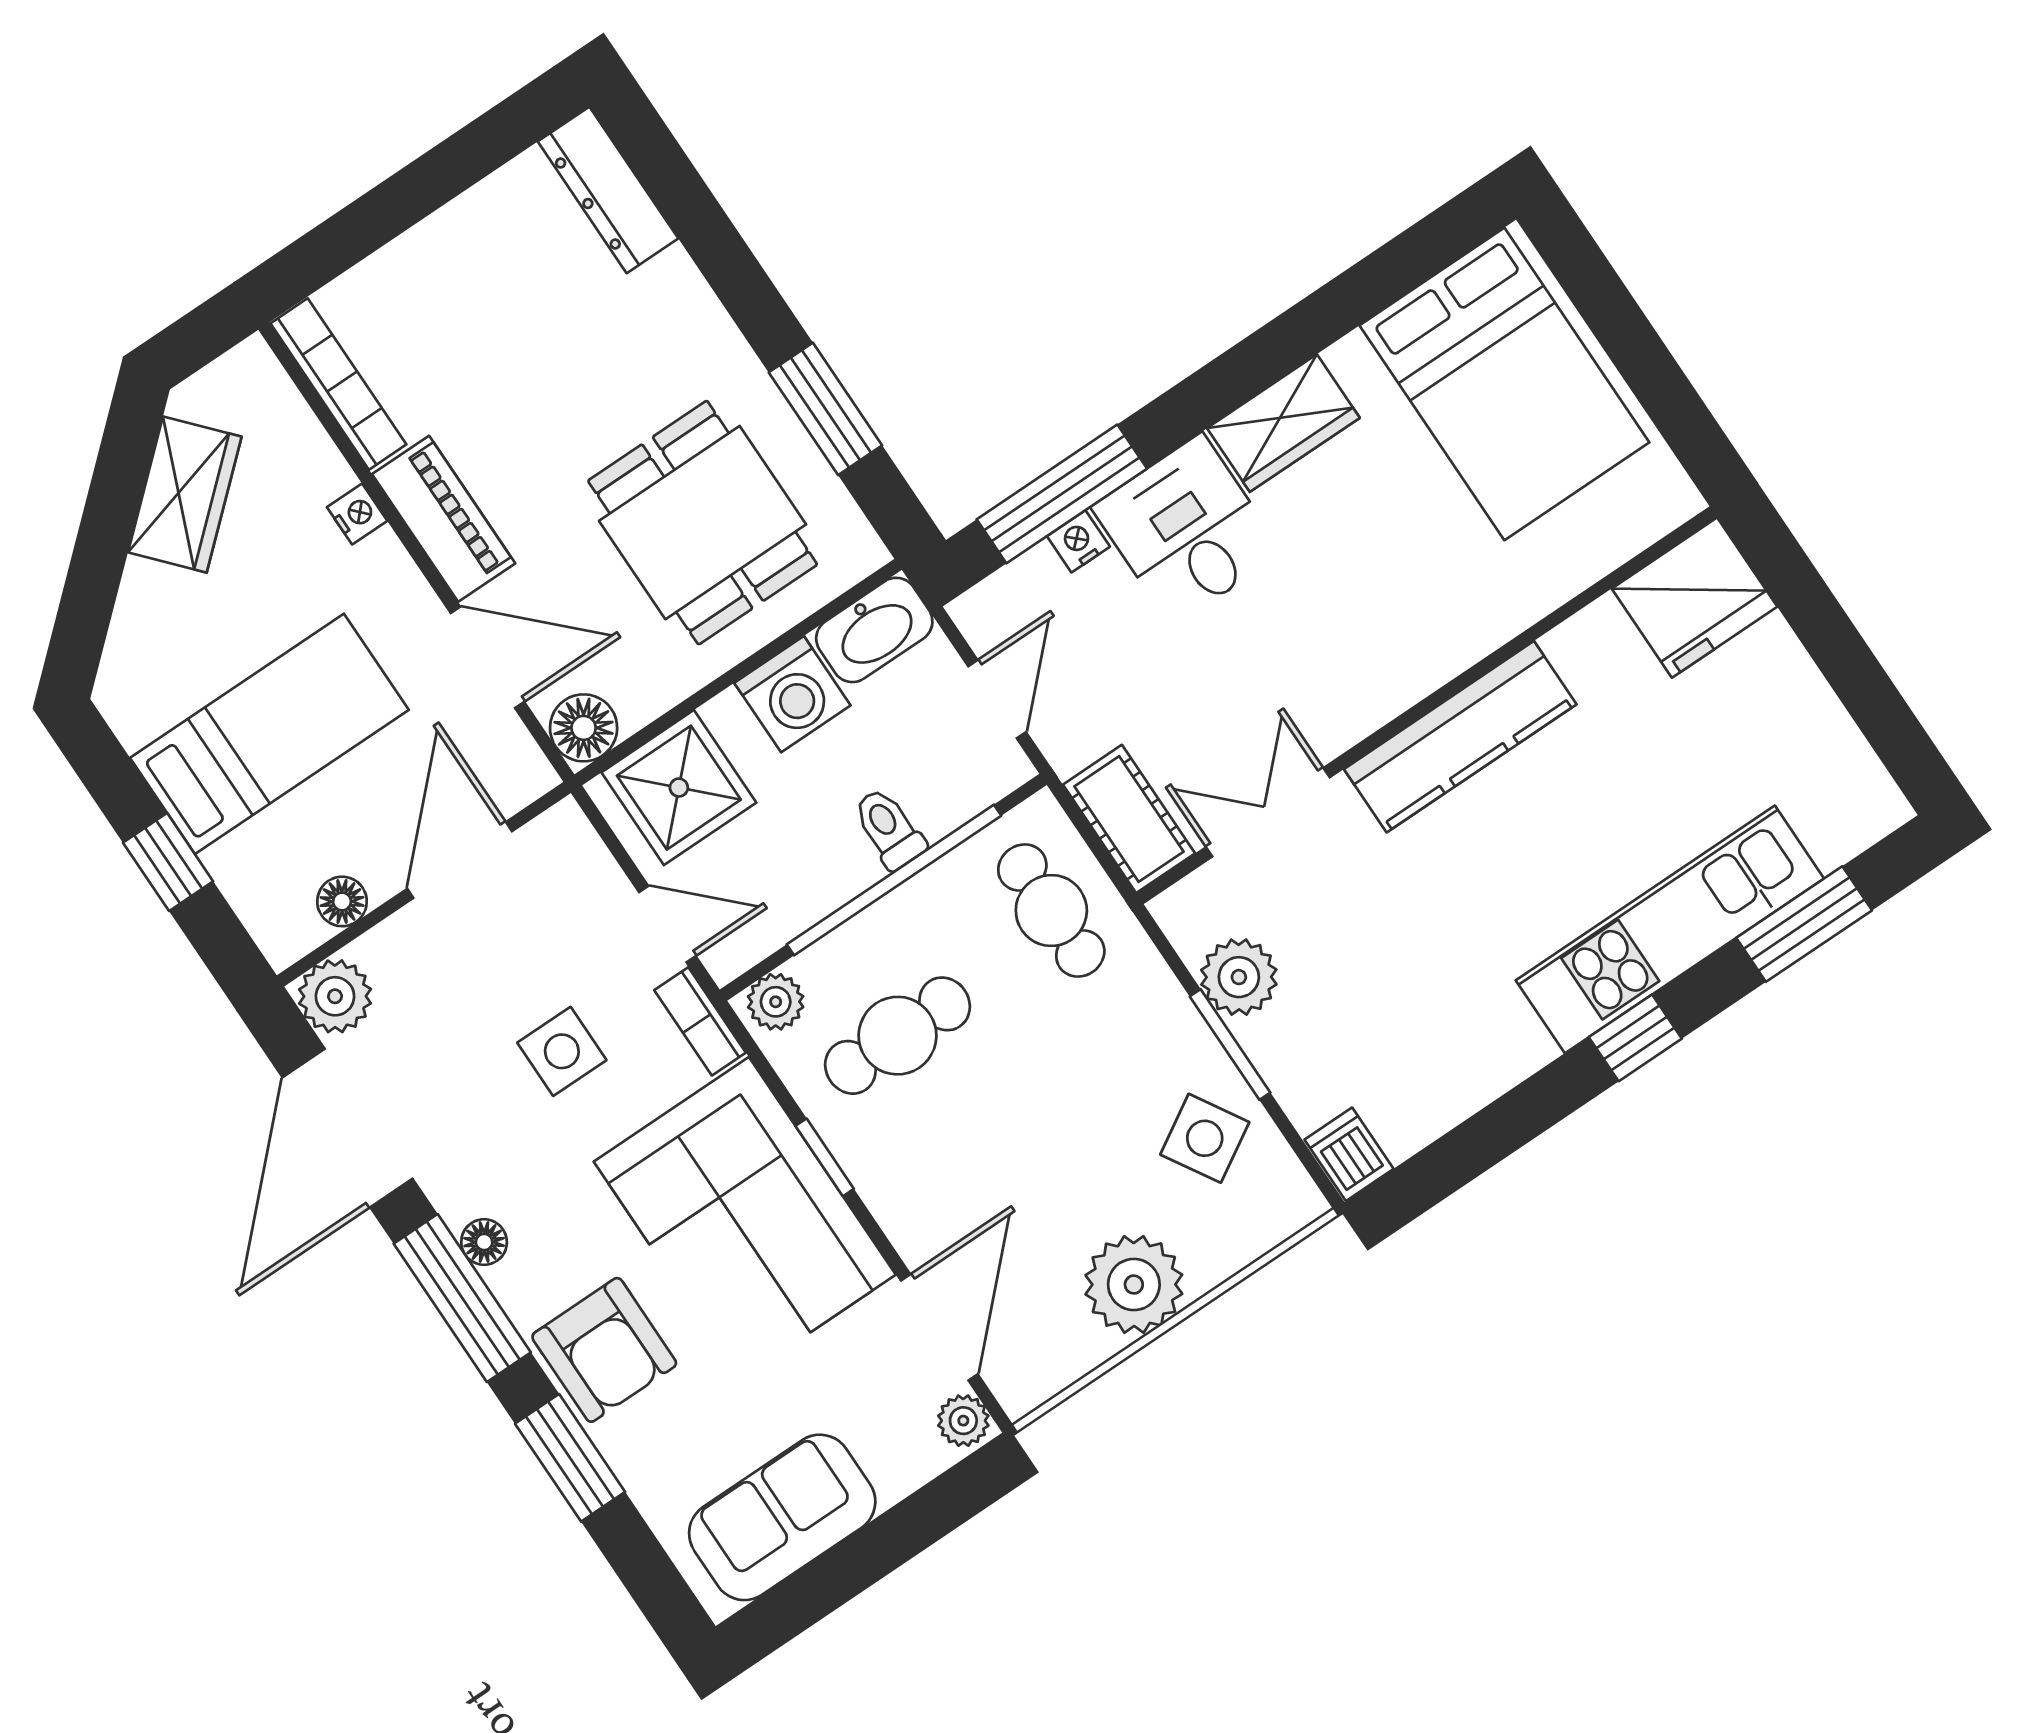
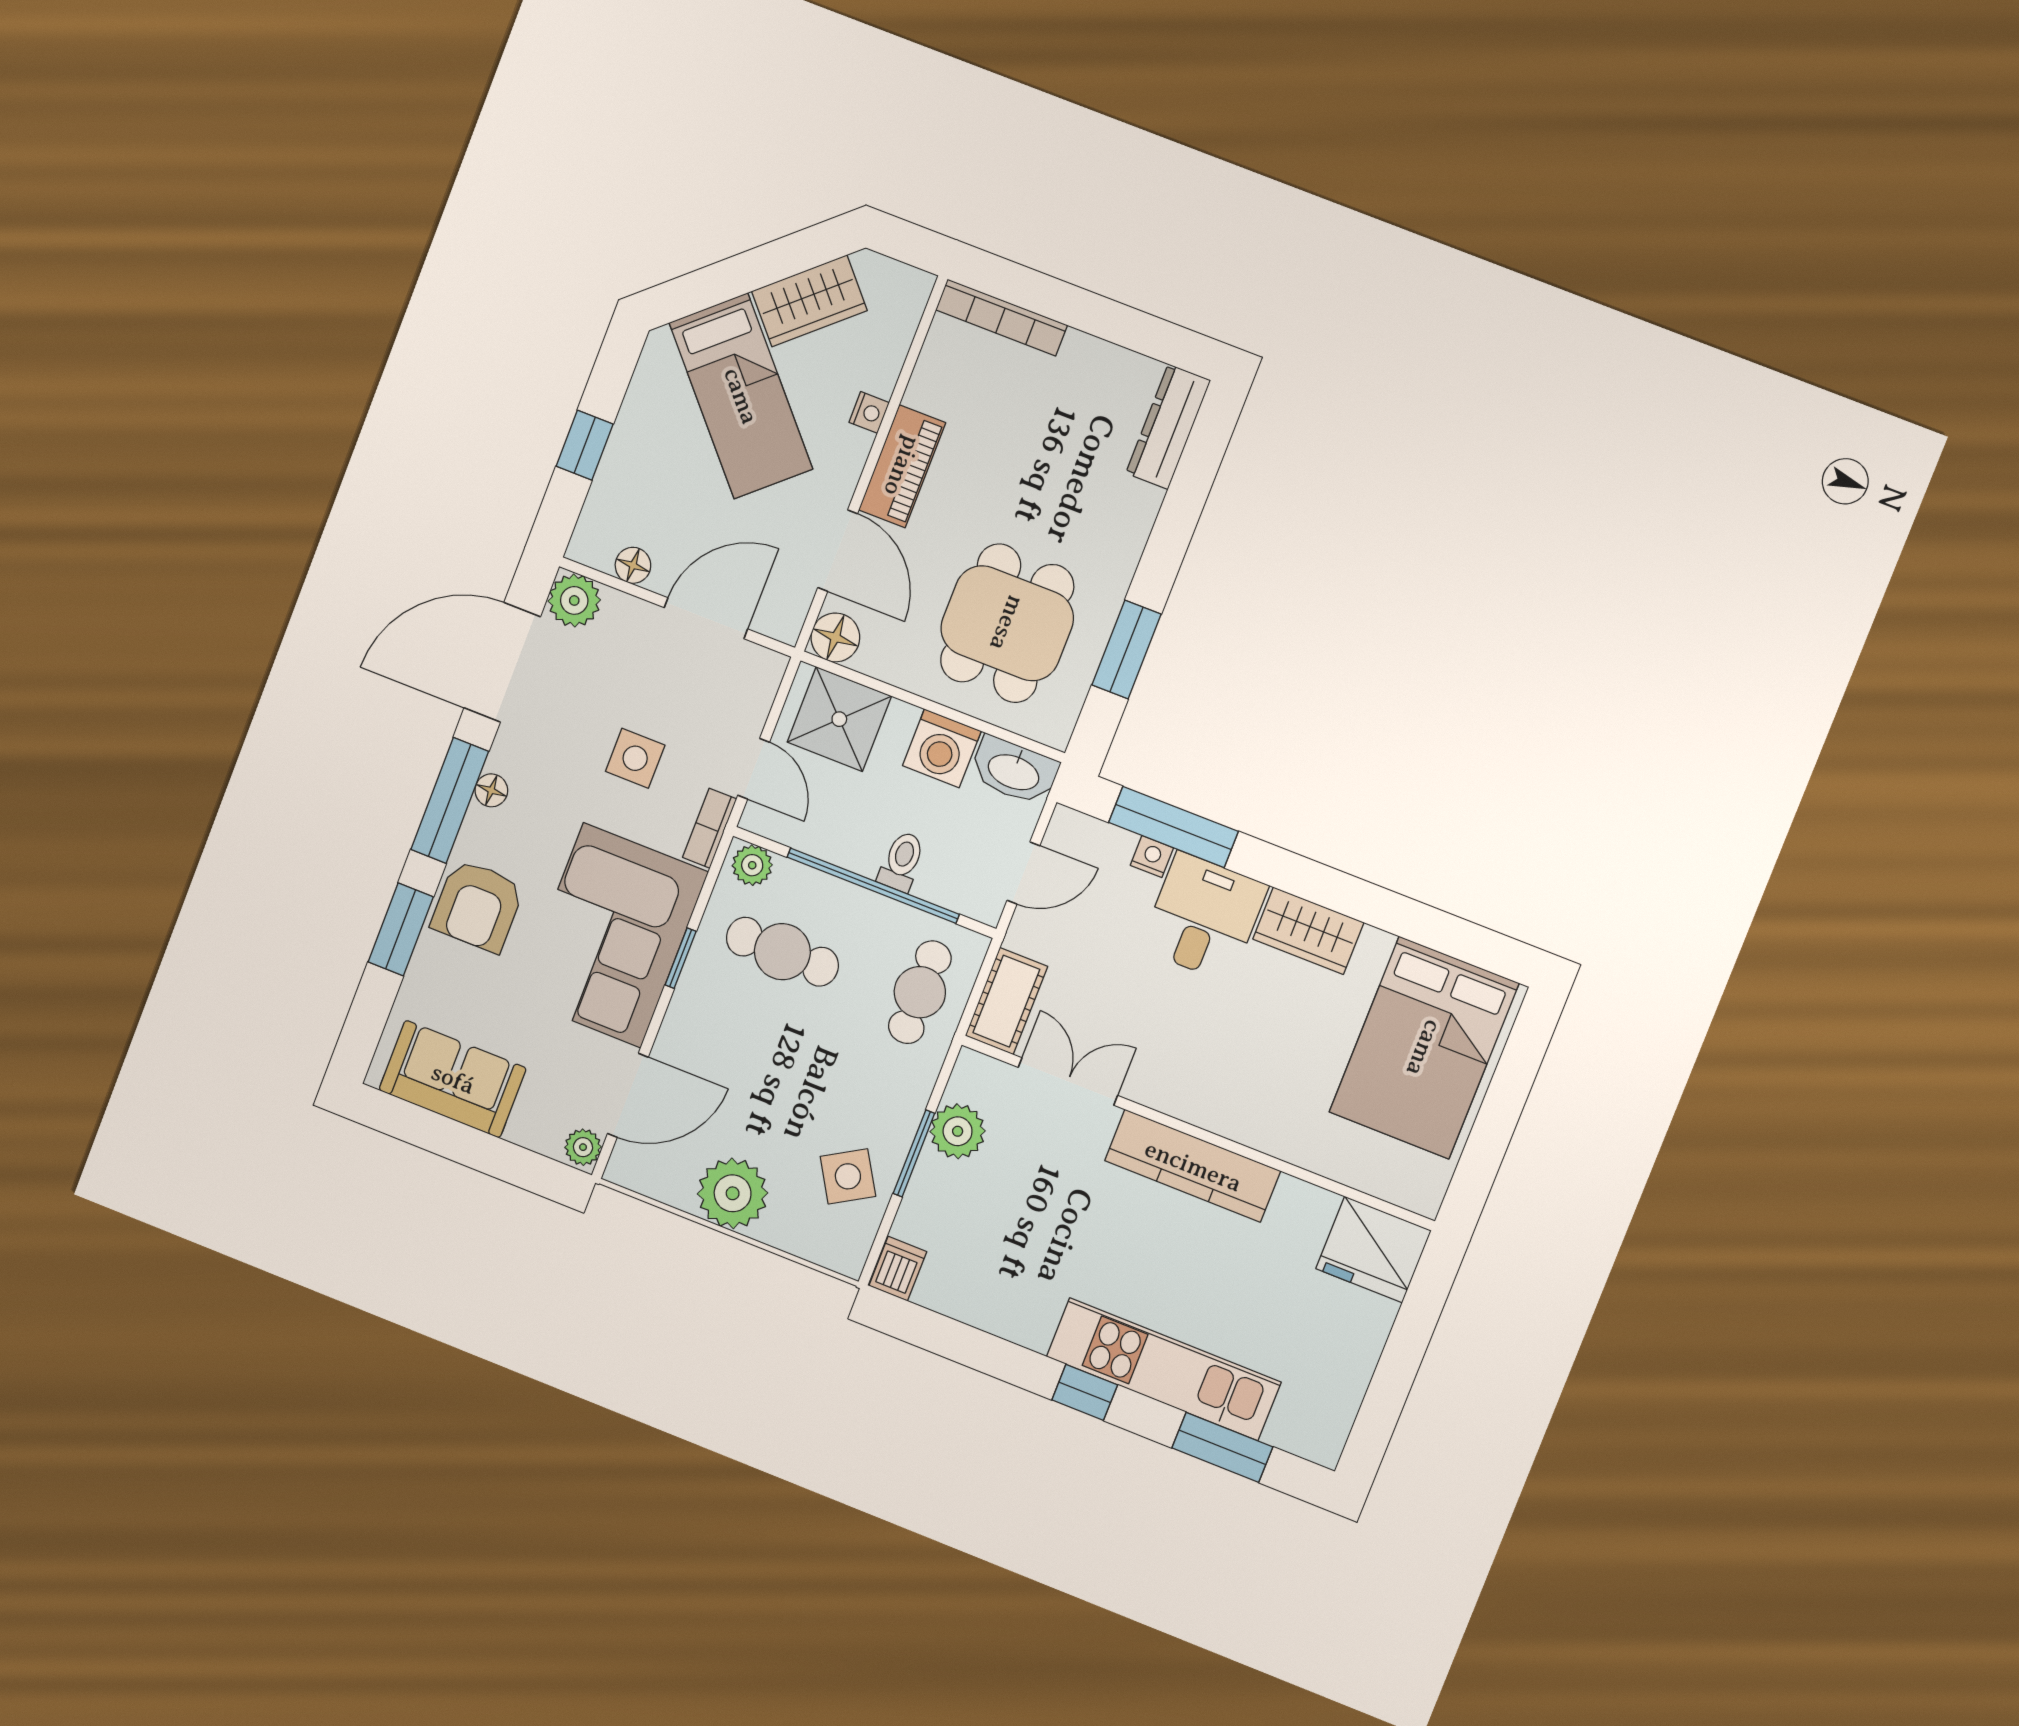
bookcase: (338, 384) -> (1002, 318), moved, turned 90
bed: (269, 734) -> (741, 396), moved, turned 48

